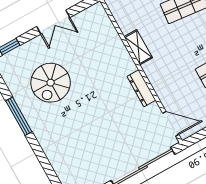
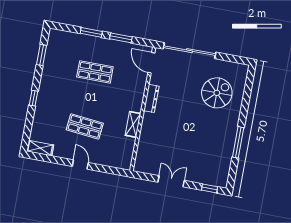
spiral stairs: (51, 83) -> (217, 93), moved

